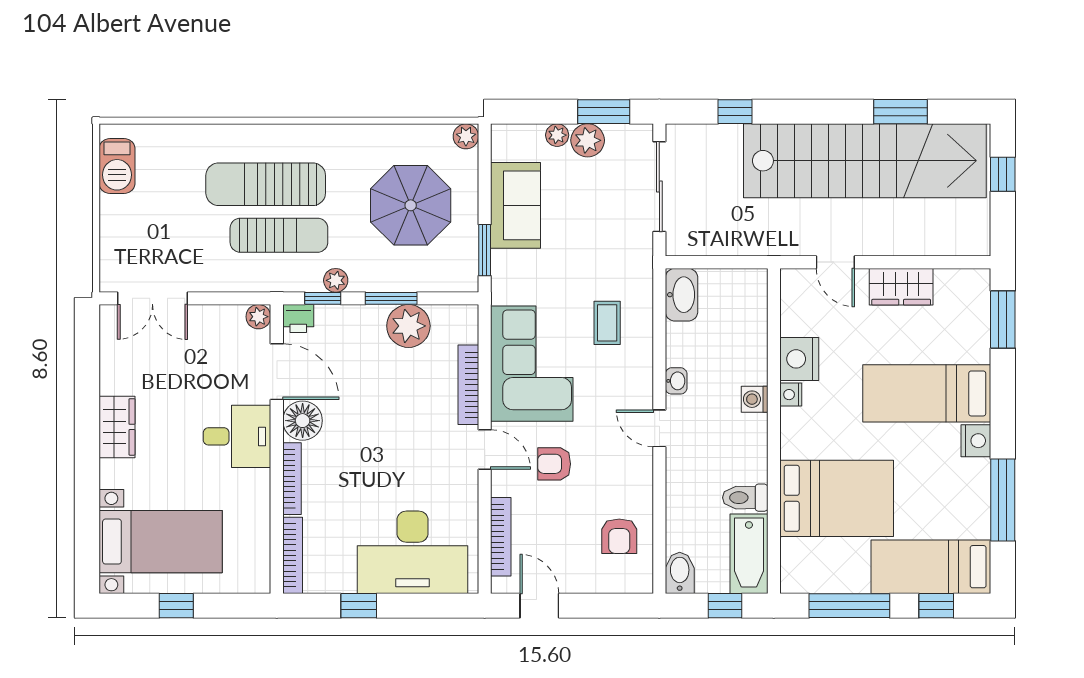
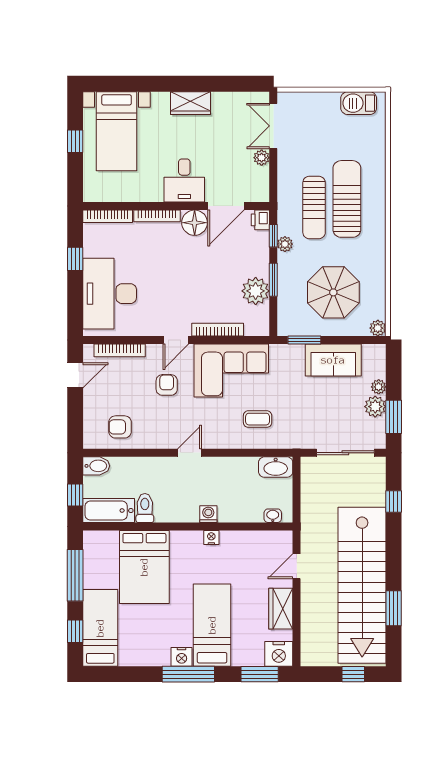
plant: (258, 317) -> (262, 158), moved
nightstand: (799, 359) -> (279, 654), moved, turned 180
washbasin: (676, 381) -> (273, 516), moved, turned 180
window: (1003, 500) -> (188, 674), moved

